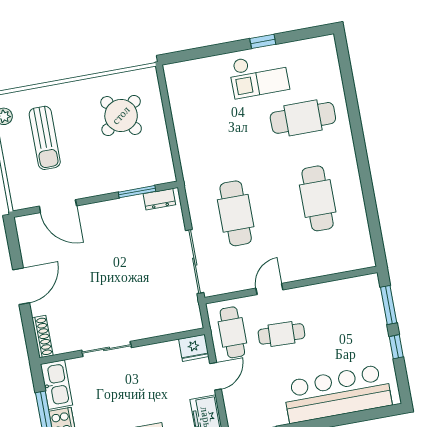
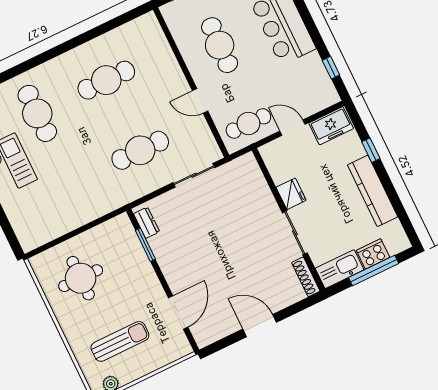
round table: (121, 115) -> (81, 278), turned 37
sliding door: (195, 262) -> (194, 175), width x0.73
cafe table: (281, 334) -> (220, 45), moved, width x1.37, depth x1.35
shoe rack: (42, 337) -> (306, 277), moved, turned -90
fridge: (194, 348) -> (291, 194), moved

